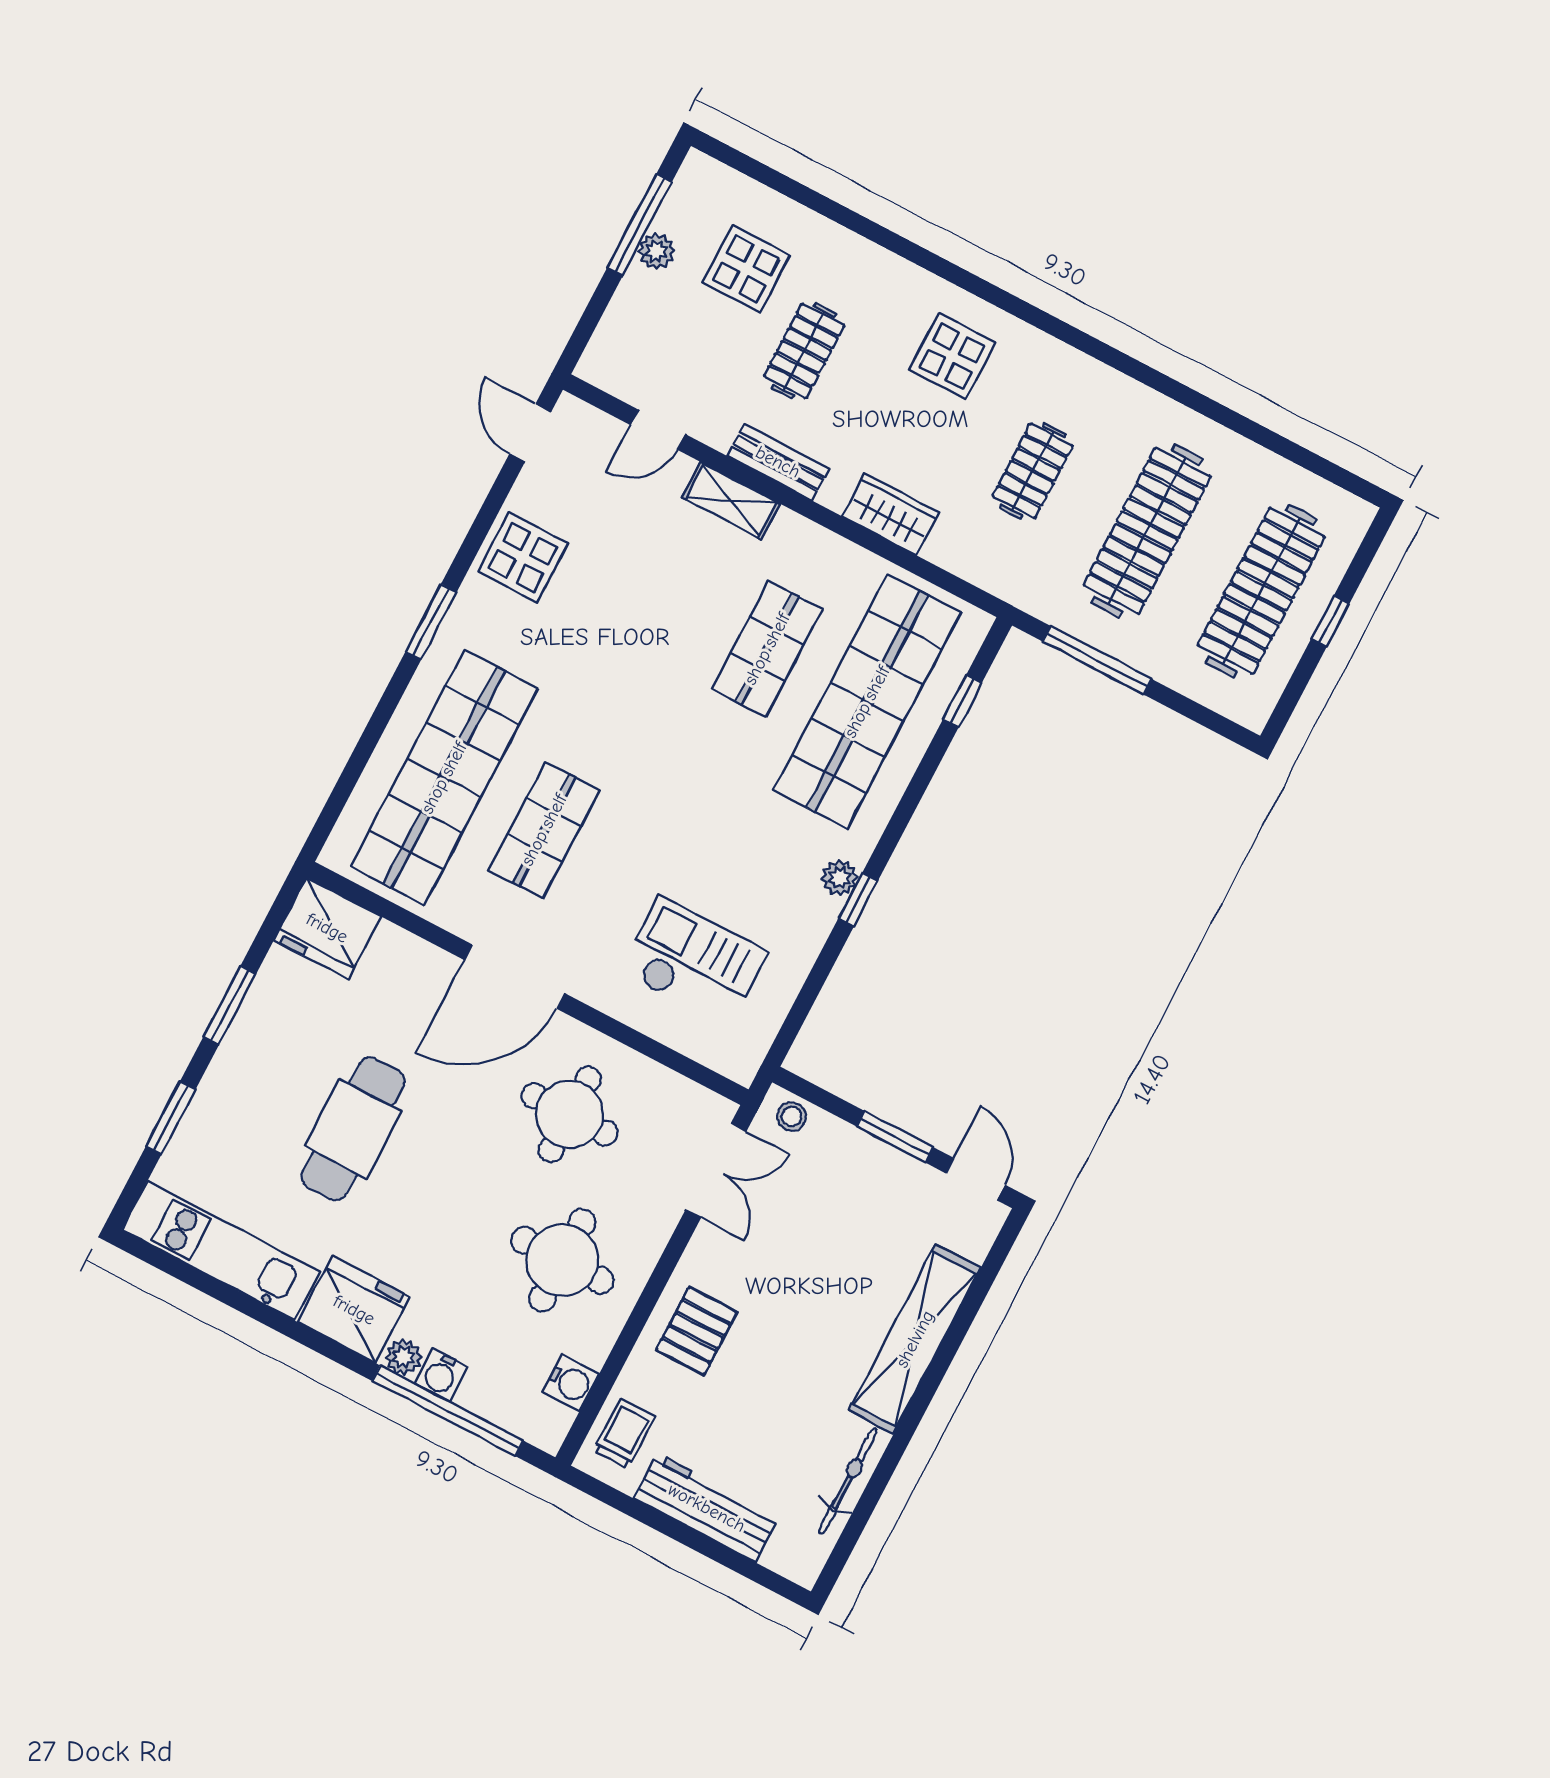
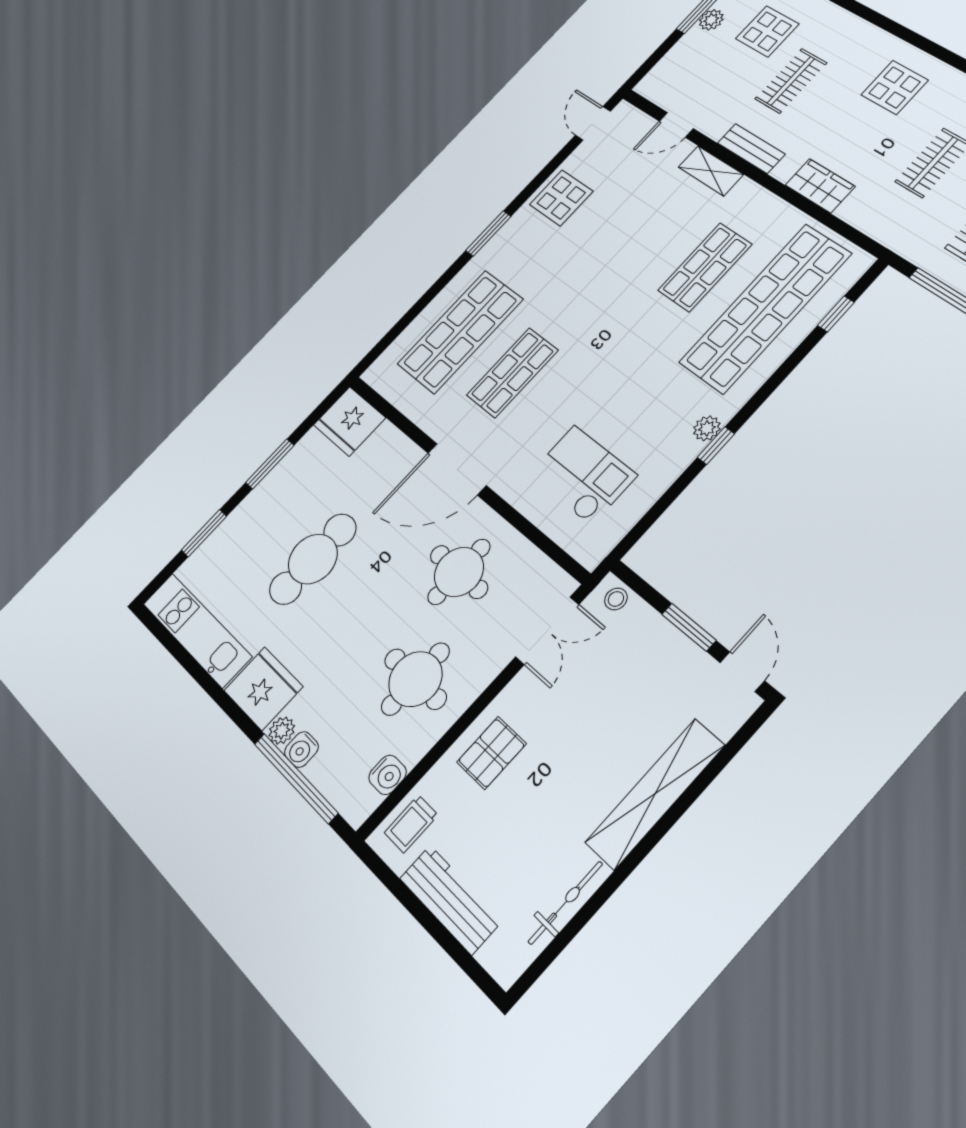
shop shelf: (444, 778) -> (460, 332), width x0.71
trolley: (624, 1434) -> (411, 824), turned 180

